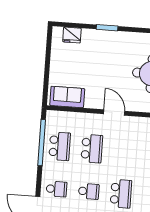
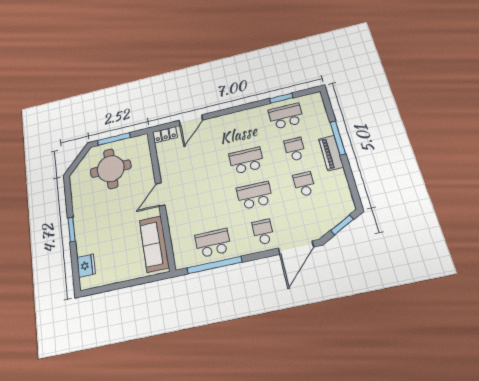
sofa: (67, 97) -> (154, 244), width x1.36
school desk: (92, 149) -> (206, 206), removed
school desk: (89, 191) -> (255, 195), width x1.85

